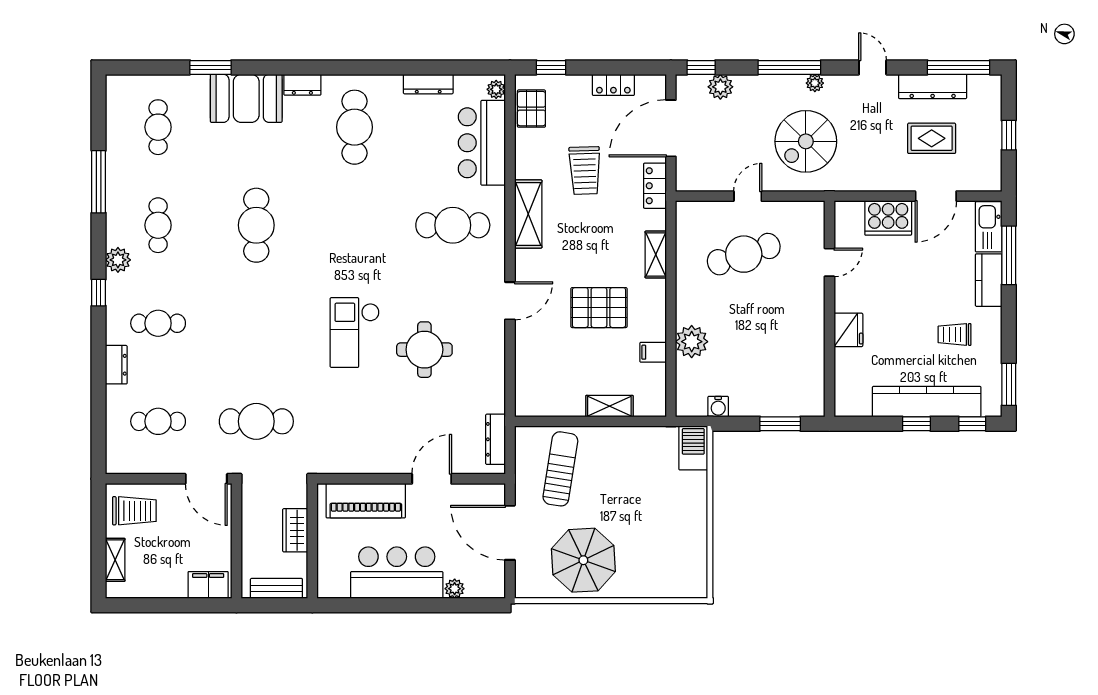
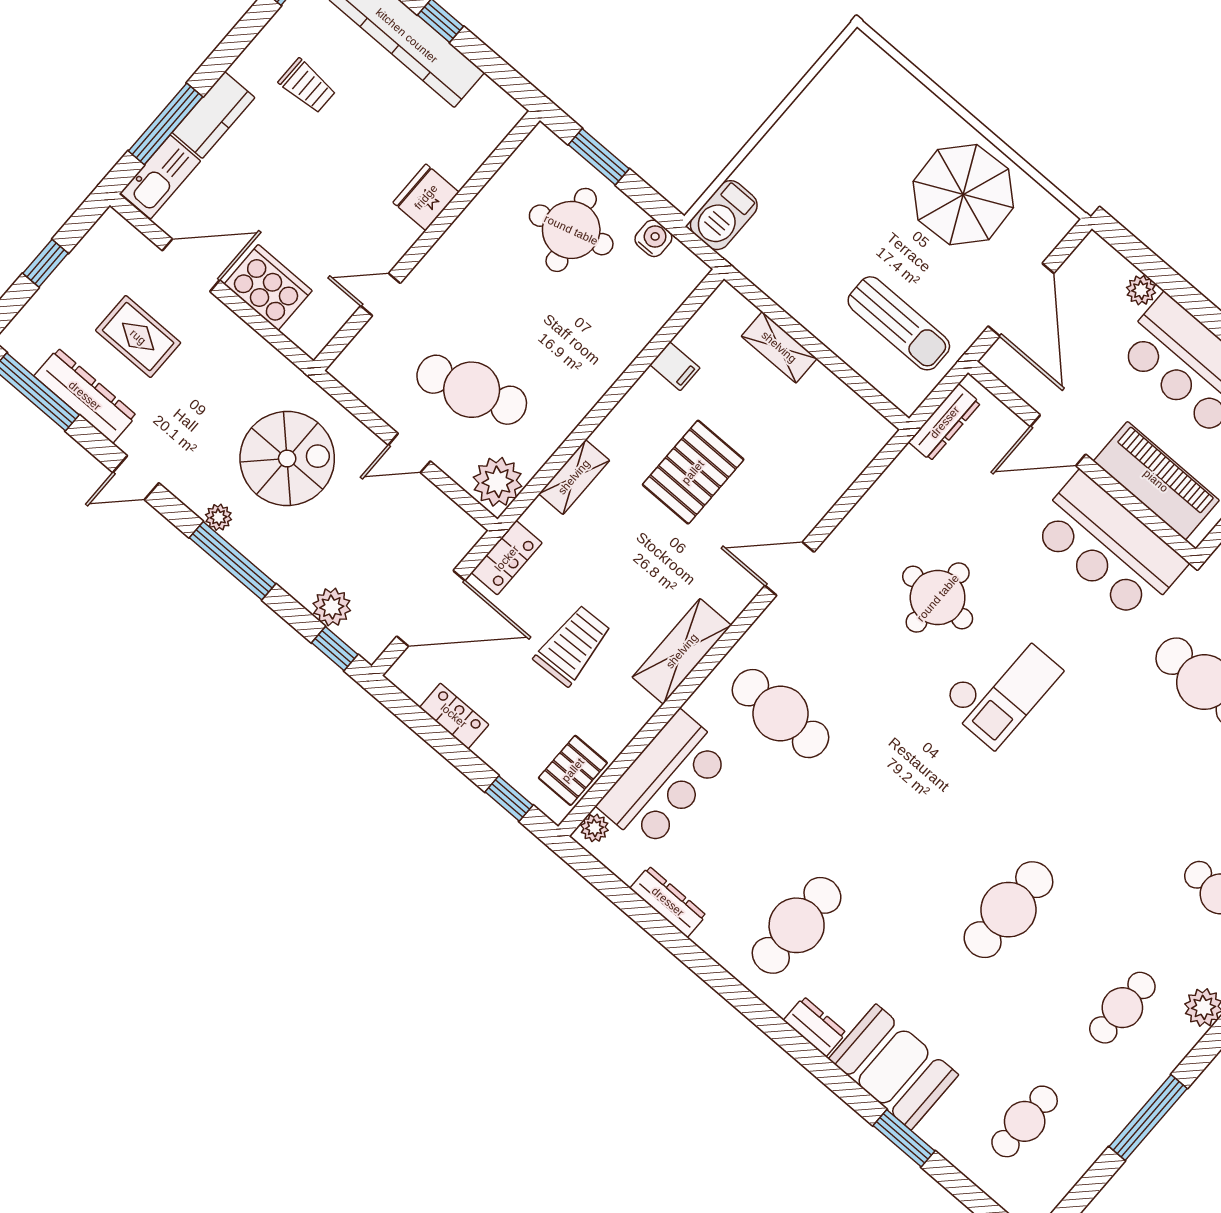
door: (873, 67) -> (136, 478), hinge flipped
pallet: (599, 308) -> (693, 472), turned 90
plant: (692, 342) -> (498, 482), moved
round table: (763, 376) -> (571, 230), added
bar counter: (361, 448) -> (1108, 547), added
sun lounger: (560, 469) -> (899, 323), turned -99

